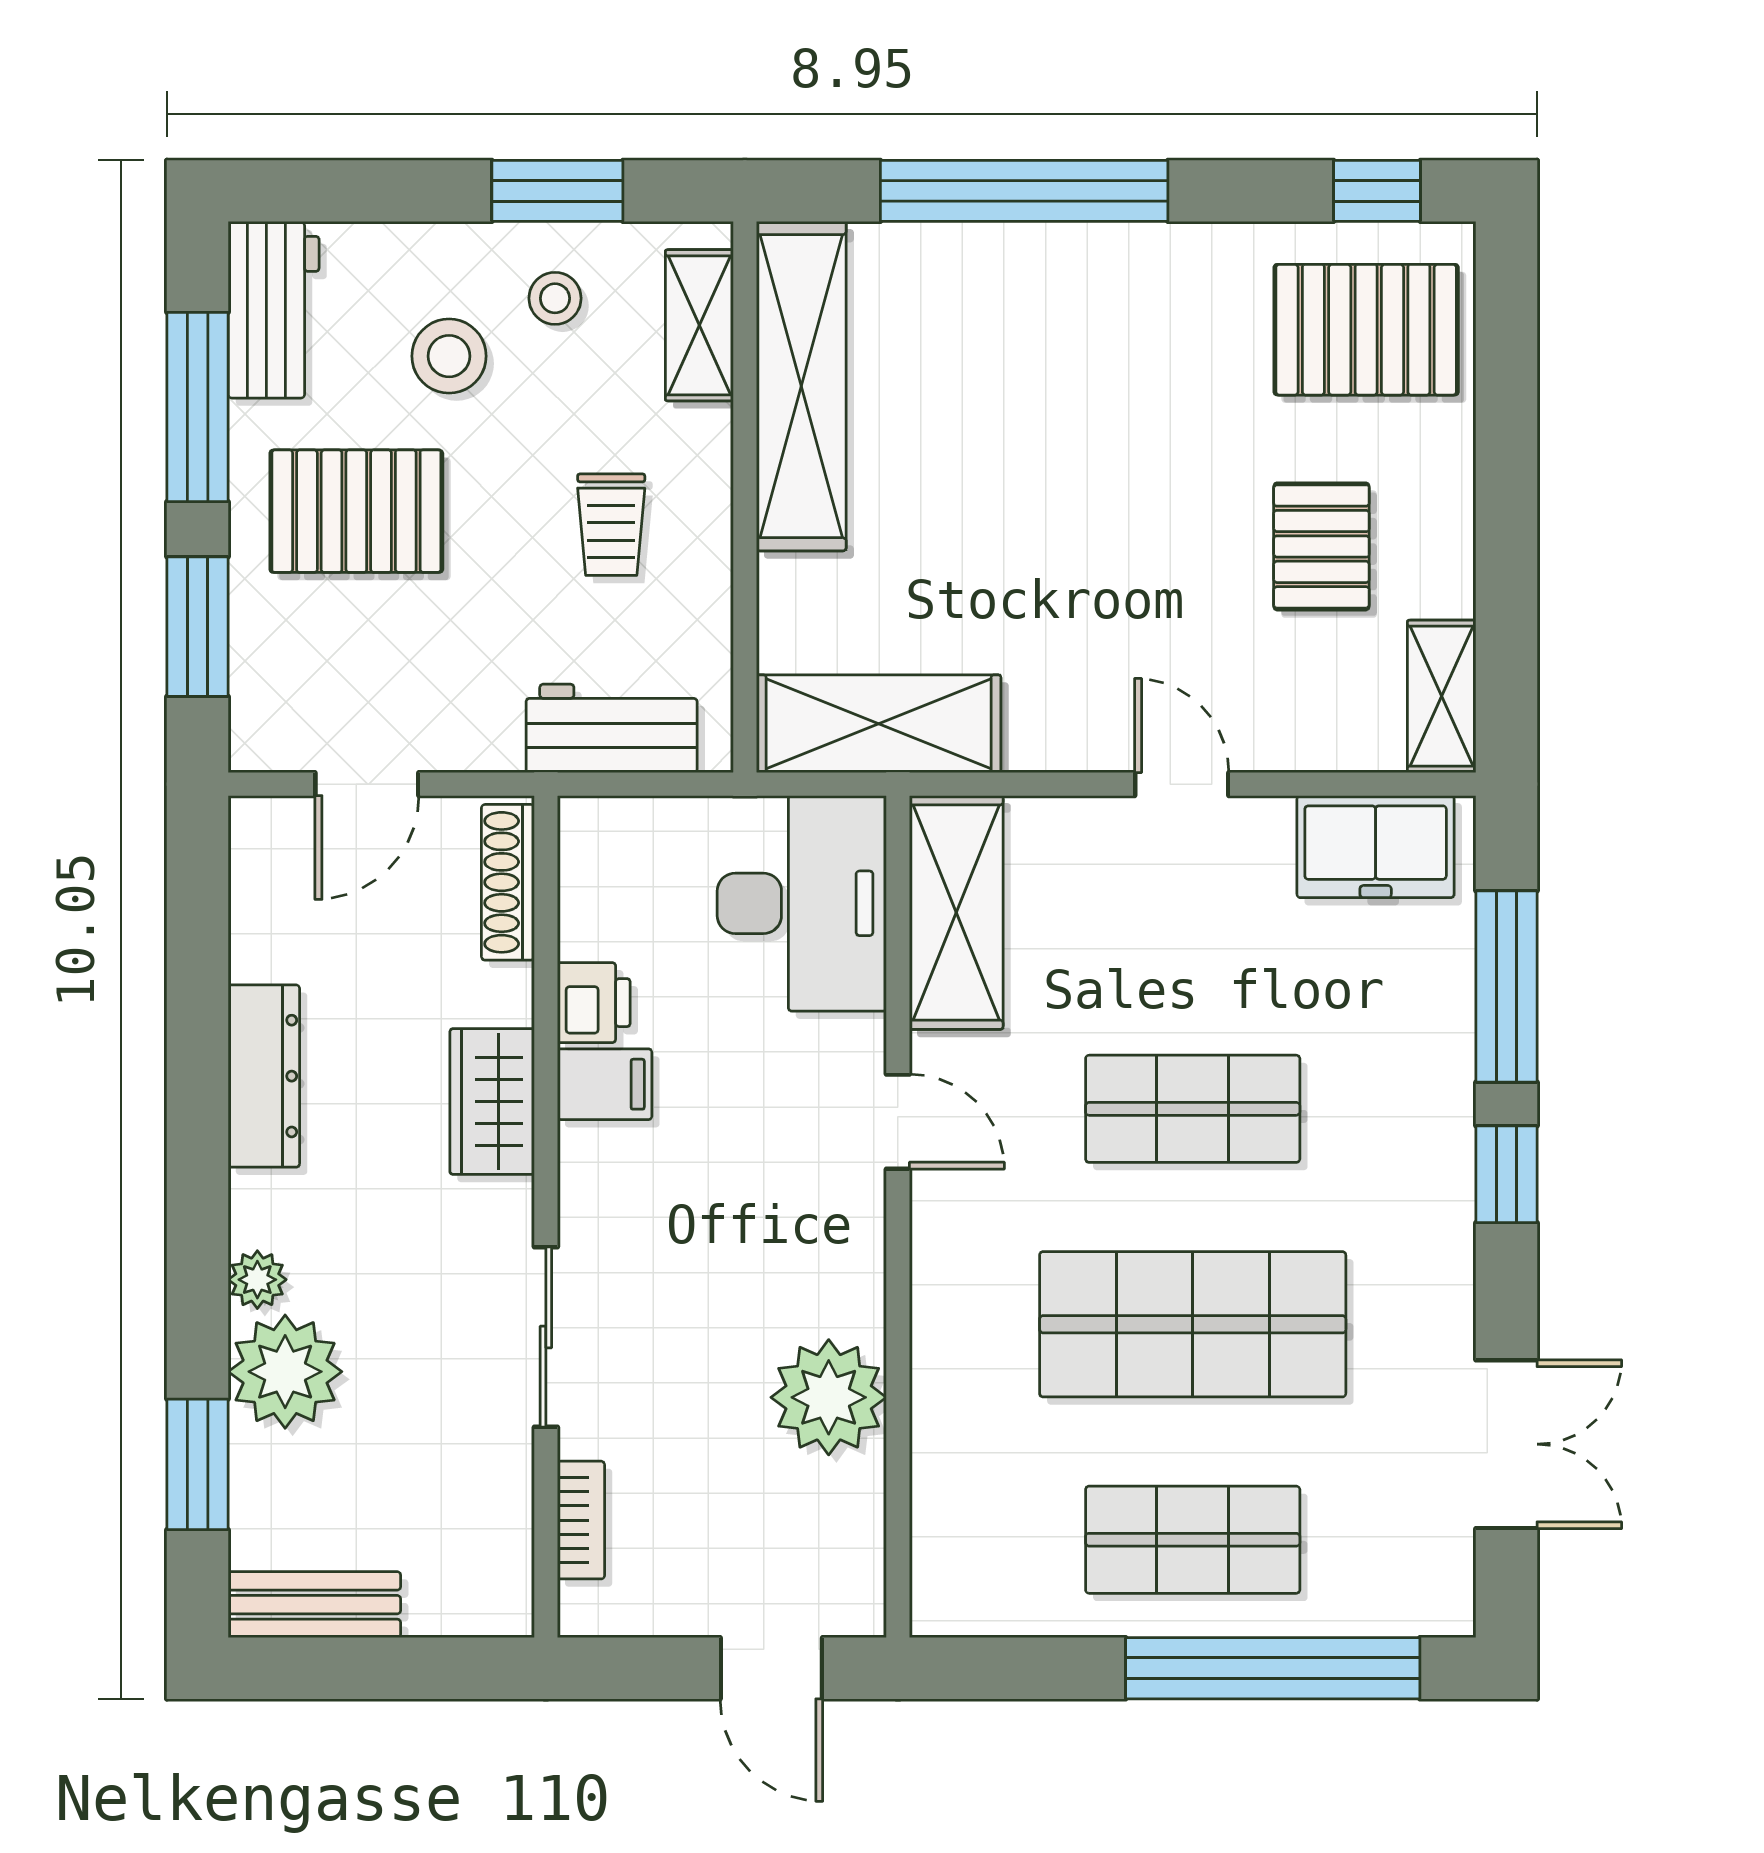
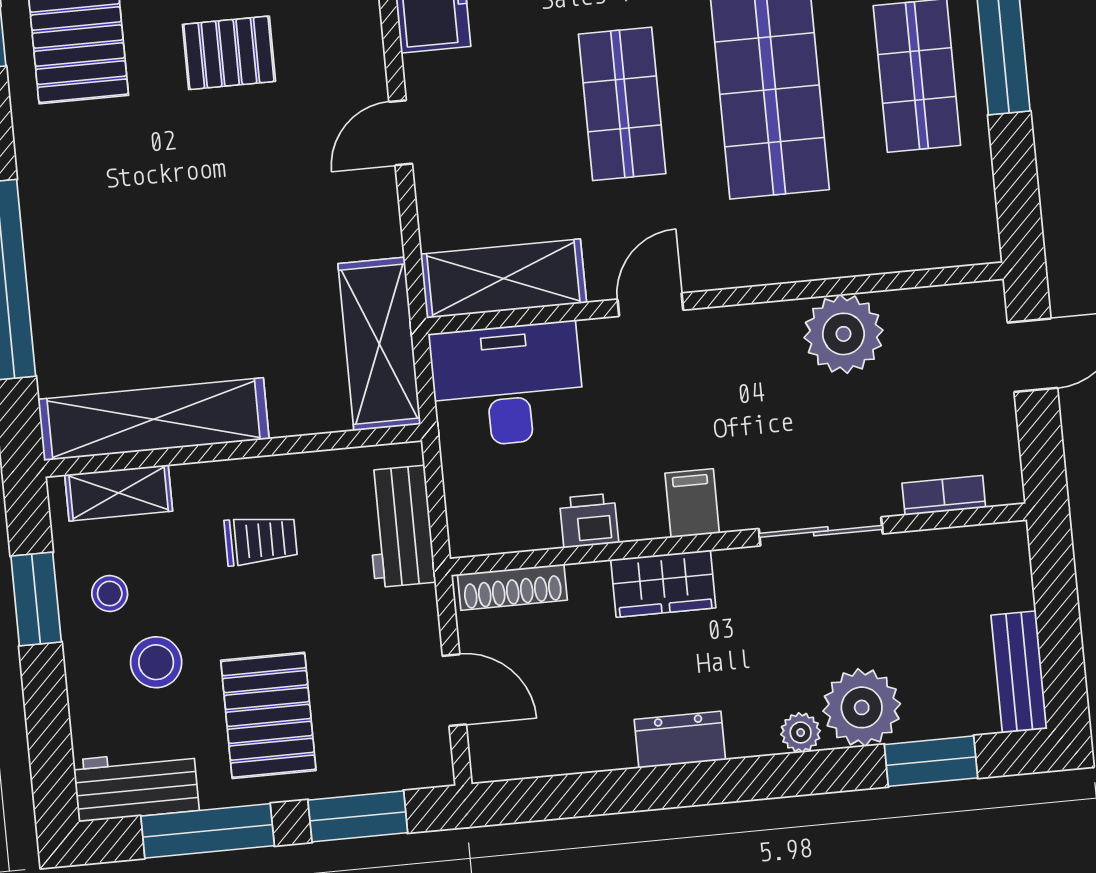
dresser: (264, 1076) -> (680, 740), width x0.70
filing cabinet: (605, 1084) -> (692, 503), moved

